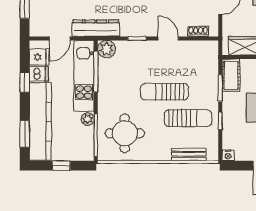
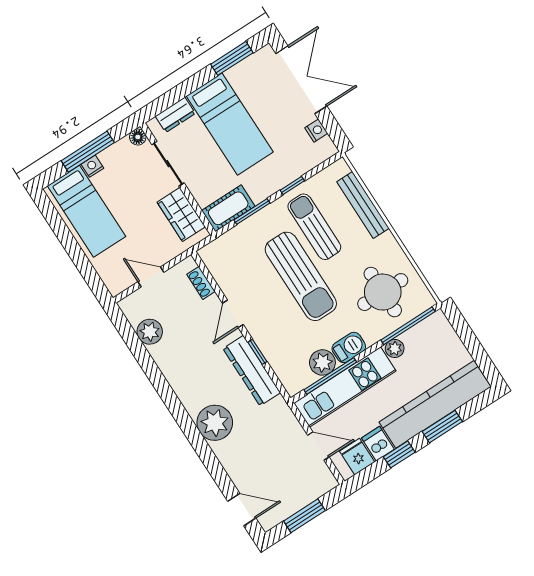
dresser: (96, 28) -> (252, 371), moved
plant: (107, 49) -> (322, 362), moved
sun lounger: (164, 92) -> (301, 276), width x1.36, depth x1.34
barbecue: (105, 93) -> (349, 347), added
window: (25, 134) -> (442, 427), moved
bench: (189, 154) -> (363, 205), width x1.36
nightstand: (228, 155) -> (316, 131), moved
window: (61, 166) -> (472, 344), removed

